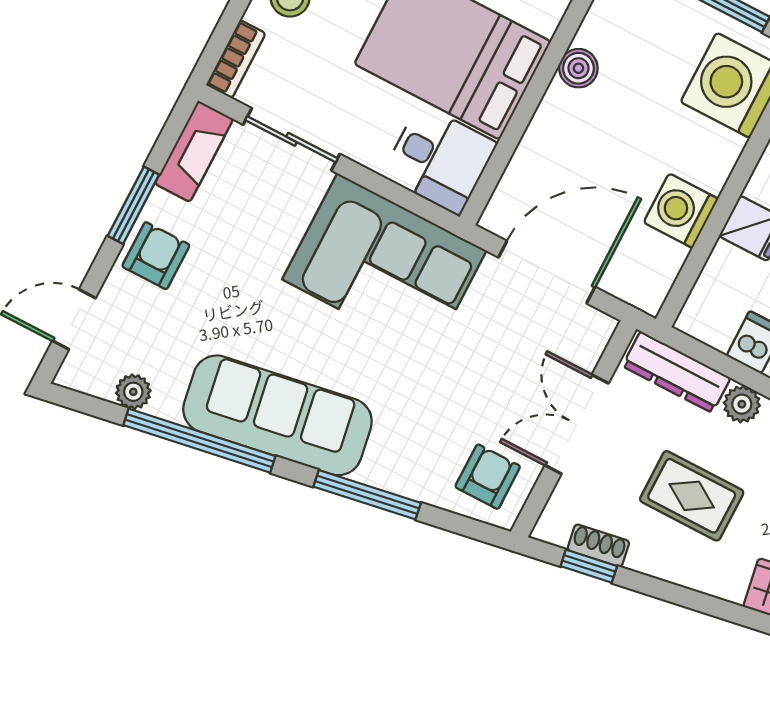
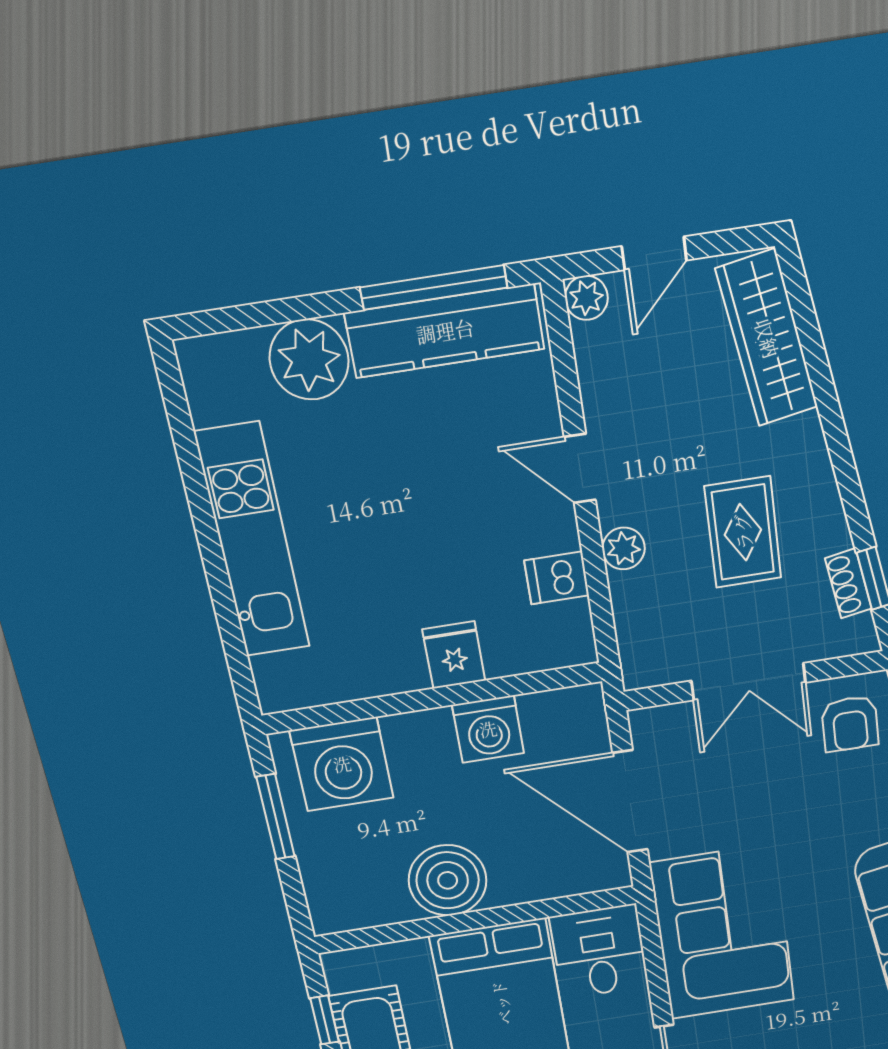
boiler: (578, 68) -> (448, 880), width x1.86, depth x1.86
dresser: (676, 372) -> (637, 629), removed
armchair: (488, 477) -> (850, 724), turned -90

